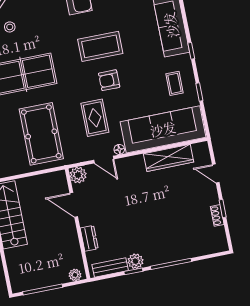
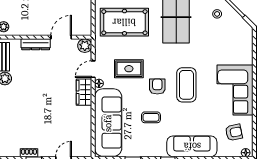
coffee table: (175, 83) -> (151, 117), moved
wardrobe: (169, 158) -> (84, 92), moved, width x0.67
dresser: (89, 238) -> (36, 44), width x1.44

